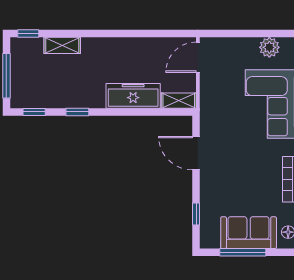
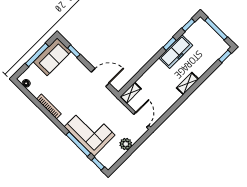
shelving: (62, 45) -> (188, 84), moved
plant: (269, 47) -> (126, 144), moved
freezer: (133, 96) -> (176, 52), moved
sofa: (249, 233) -> (52, 57), moved

